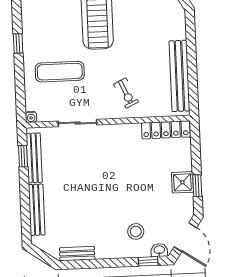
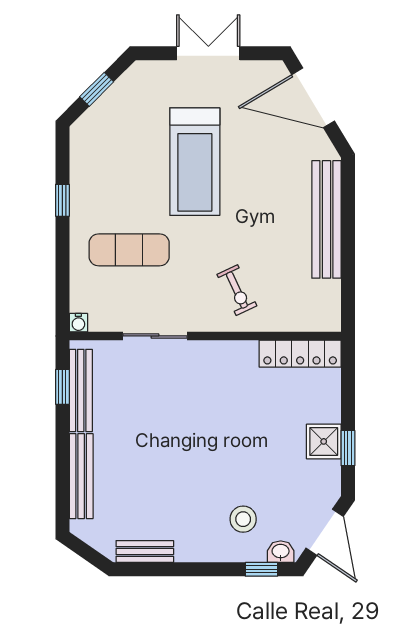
bench: (179, 76) -> (326, 219), moved

